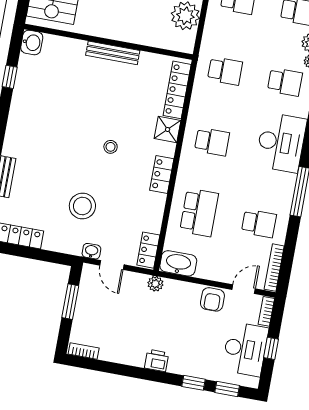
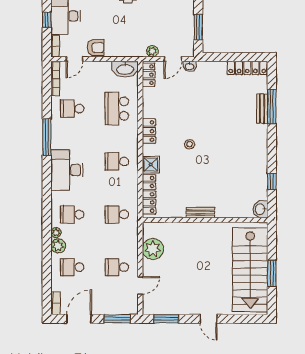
bench: (113, 53) -> (200, 213), width x0.73
stool: (82, 206) -> (202, 98), removed
door: (112, 265) -> (173, 59), swing flipped
plant: (155, 284) -> (152, 51), moved
armchair: (212, 299) -> (96, 48), turned 90

